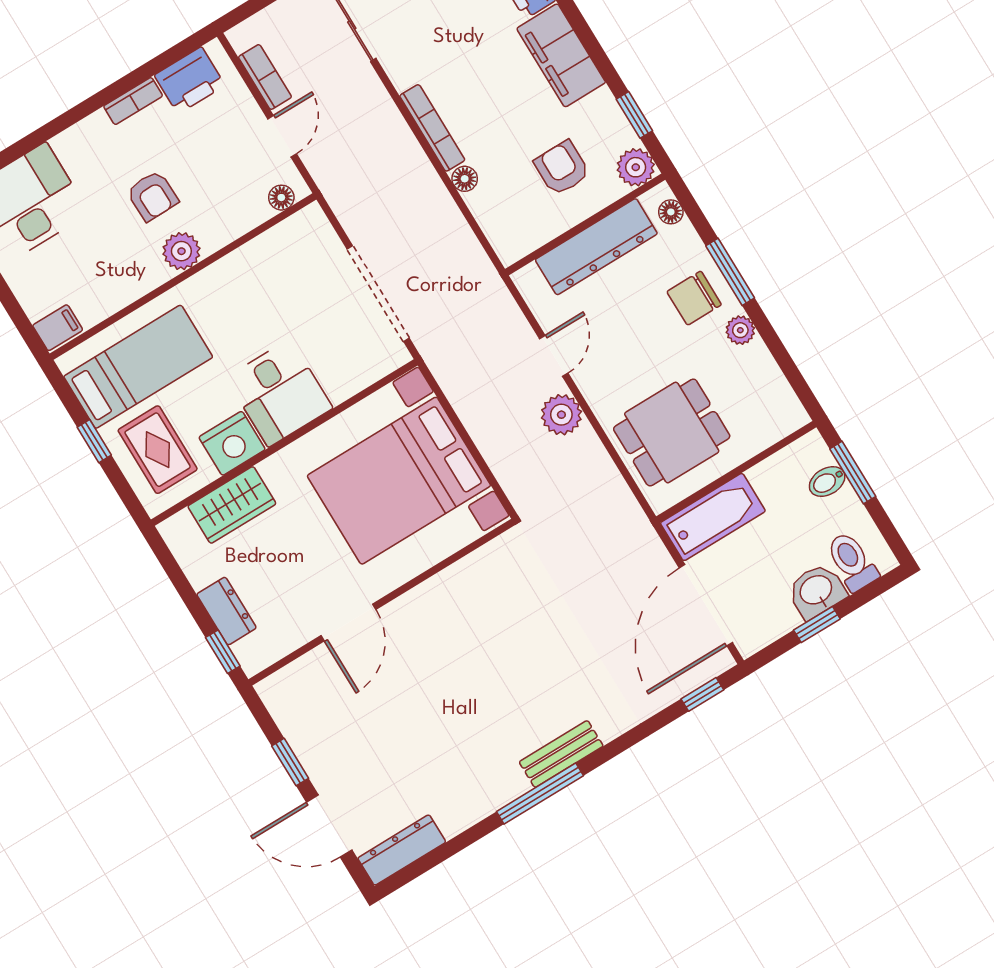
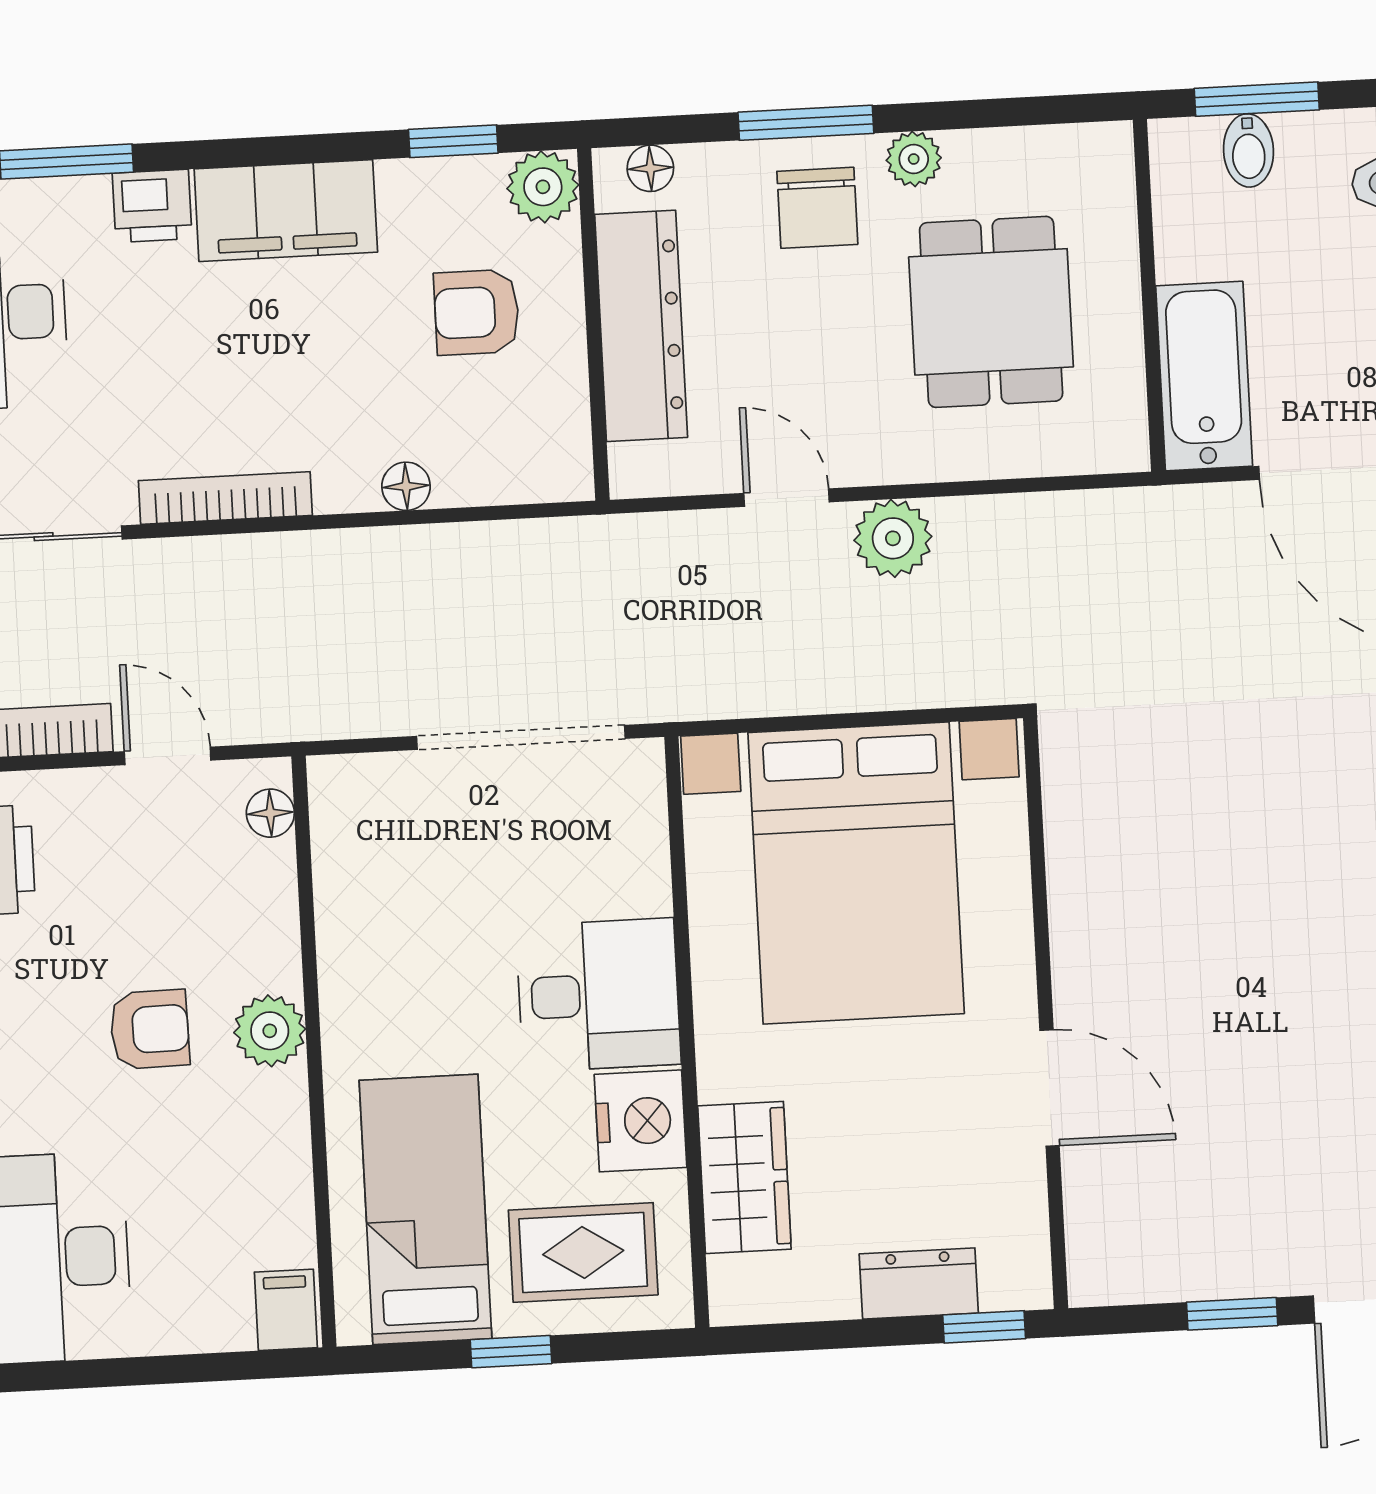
bookcase: (432, 128) -> (225, 498), moved
dining table: (672, 433) -> (991, 312), moved

